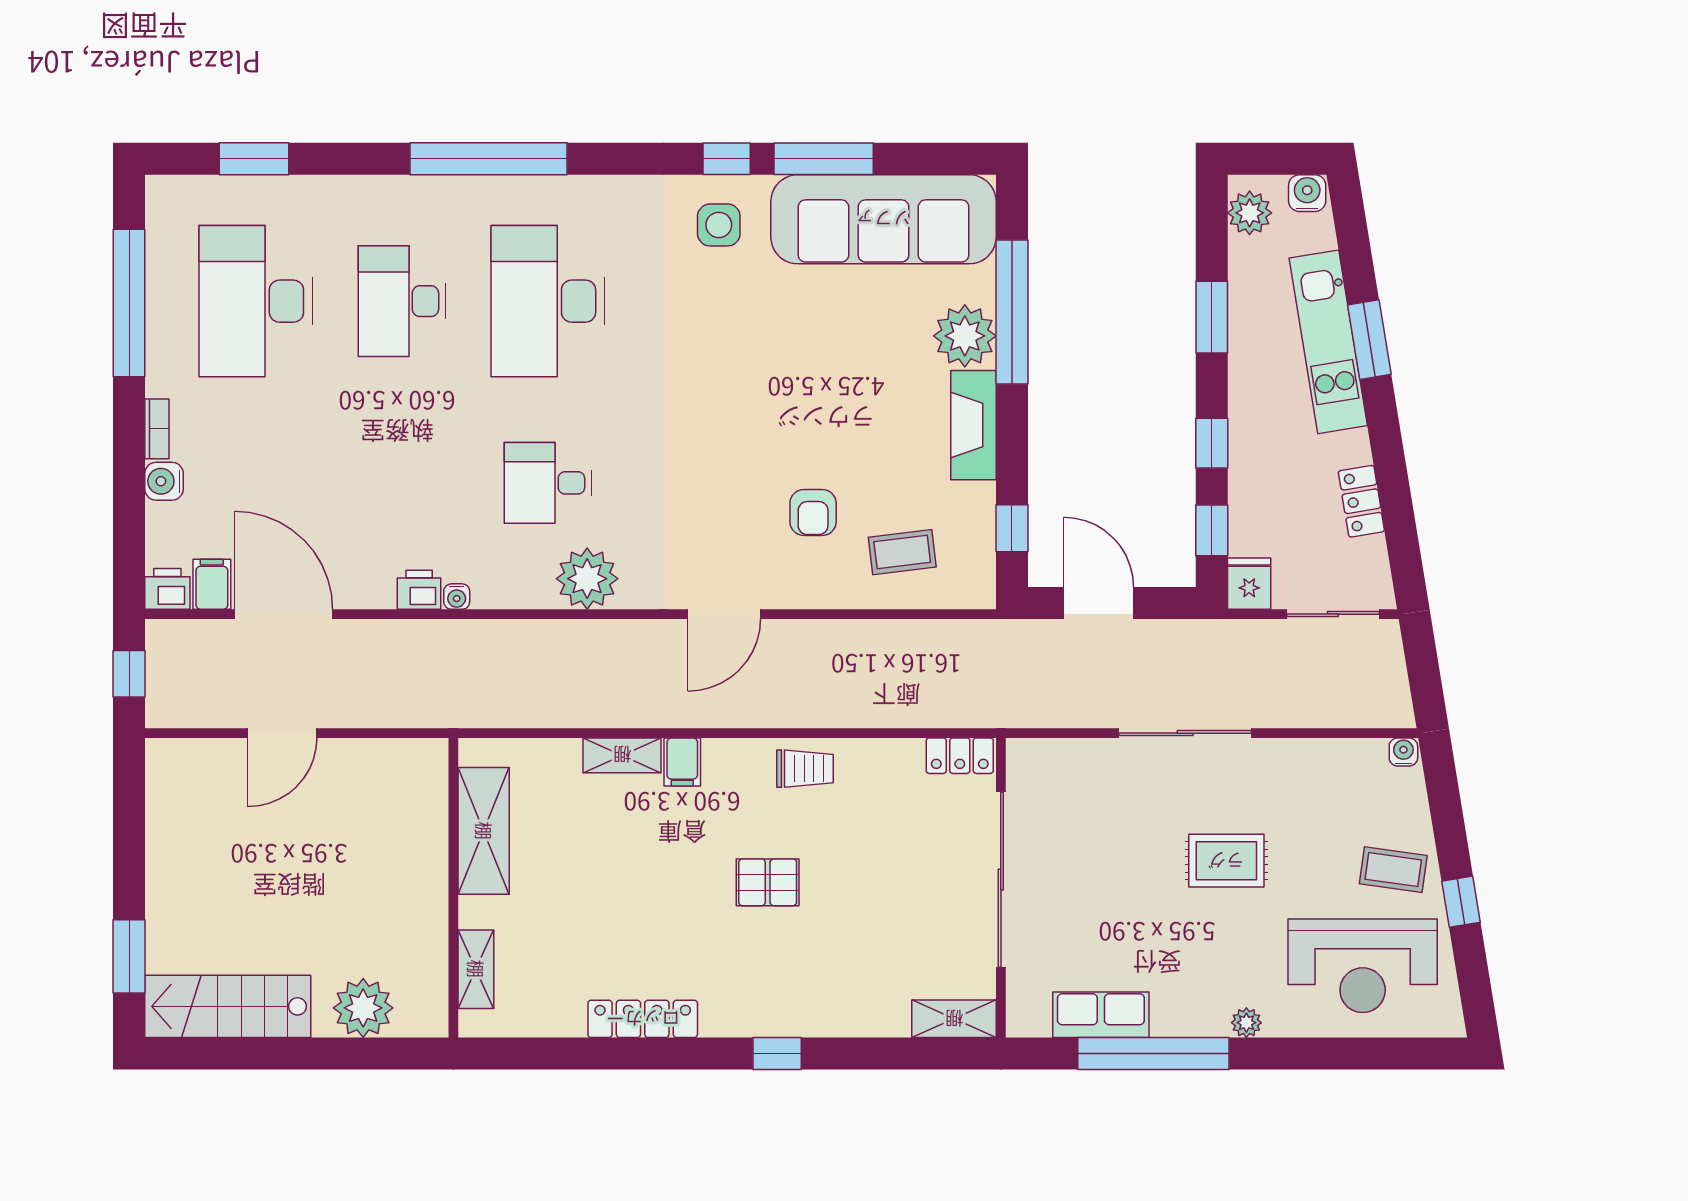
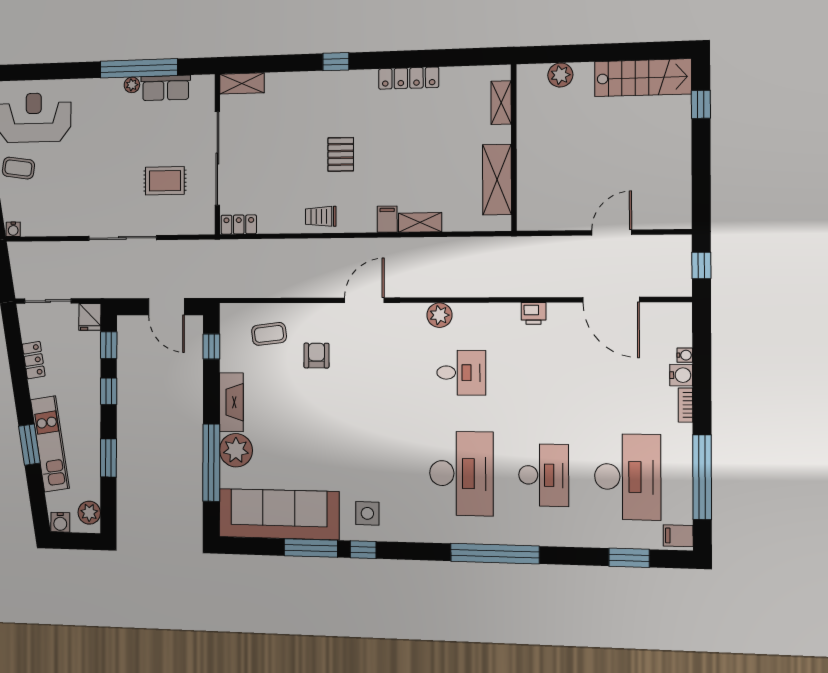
plant: (587, 579) -> (439, 315), width x0.73, depth x0.73
filing cabinet: (212, 584) -> (678, 536), moved, turned 90
printer: (167, 589) -> (679, 314), removed
water cooler: (457, 597) -> (685, 355), moved, turned 90
rug: (1226, 861) -> (165, 181), moved
pallet: (768, 882) -> (341, 154), turned 90
window: (129, 956) -> (701, 104), width x0.67
plant: (363, 1008) -> (560, 75), width x0.73, depth x0.73
plant: (1246, 1023) -> (132, 85), moved

